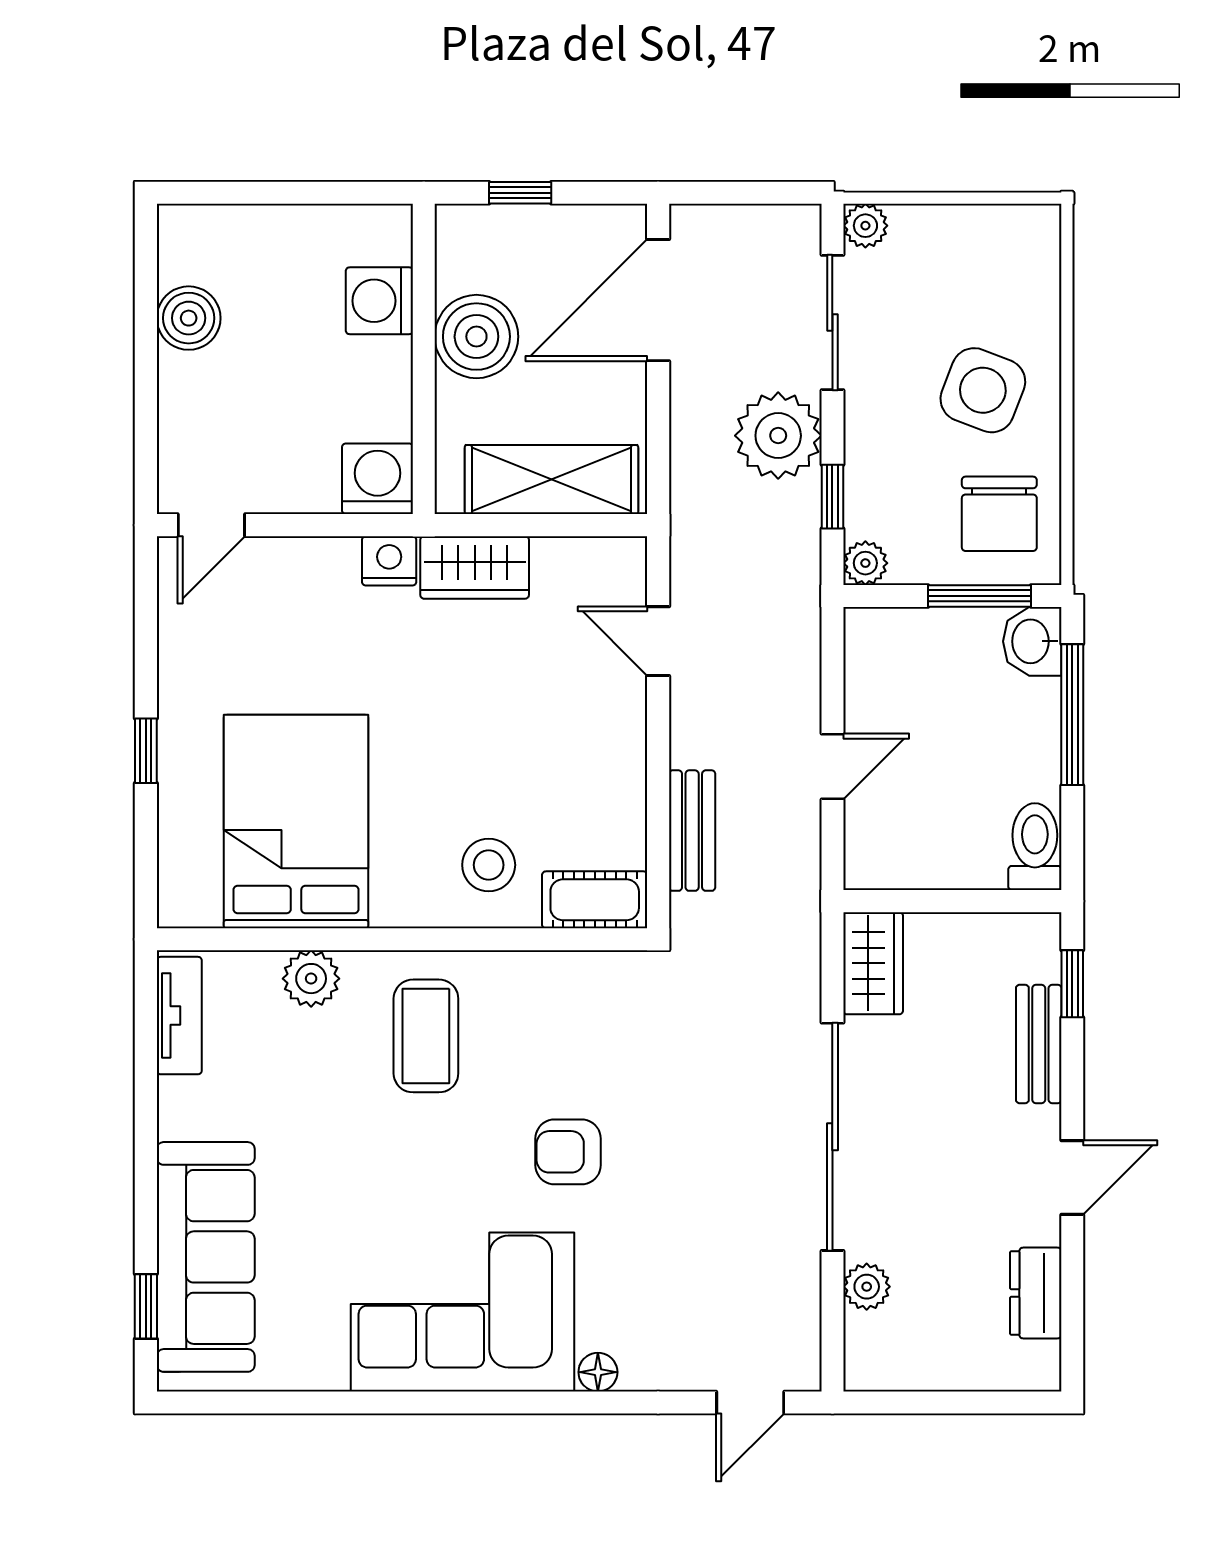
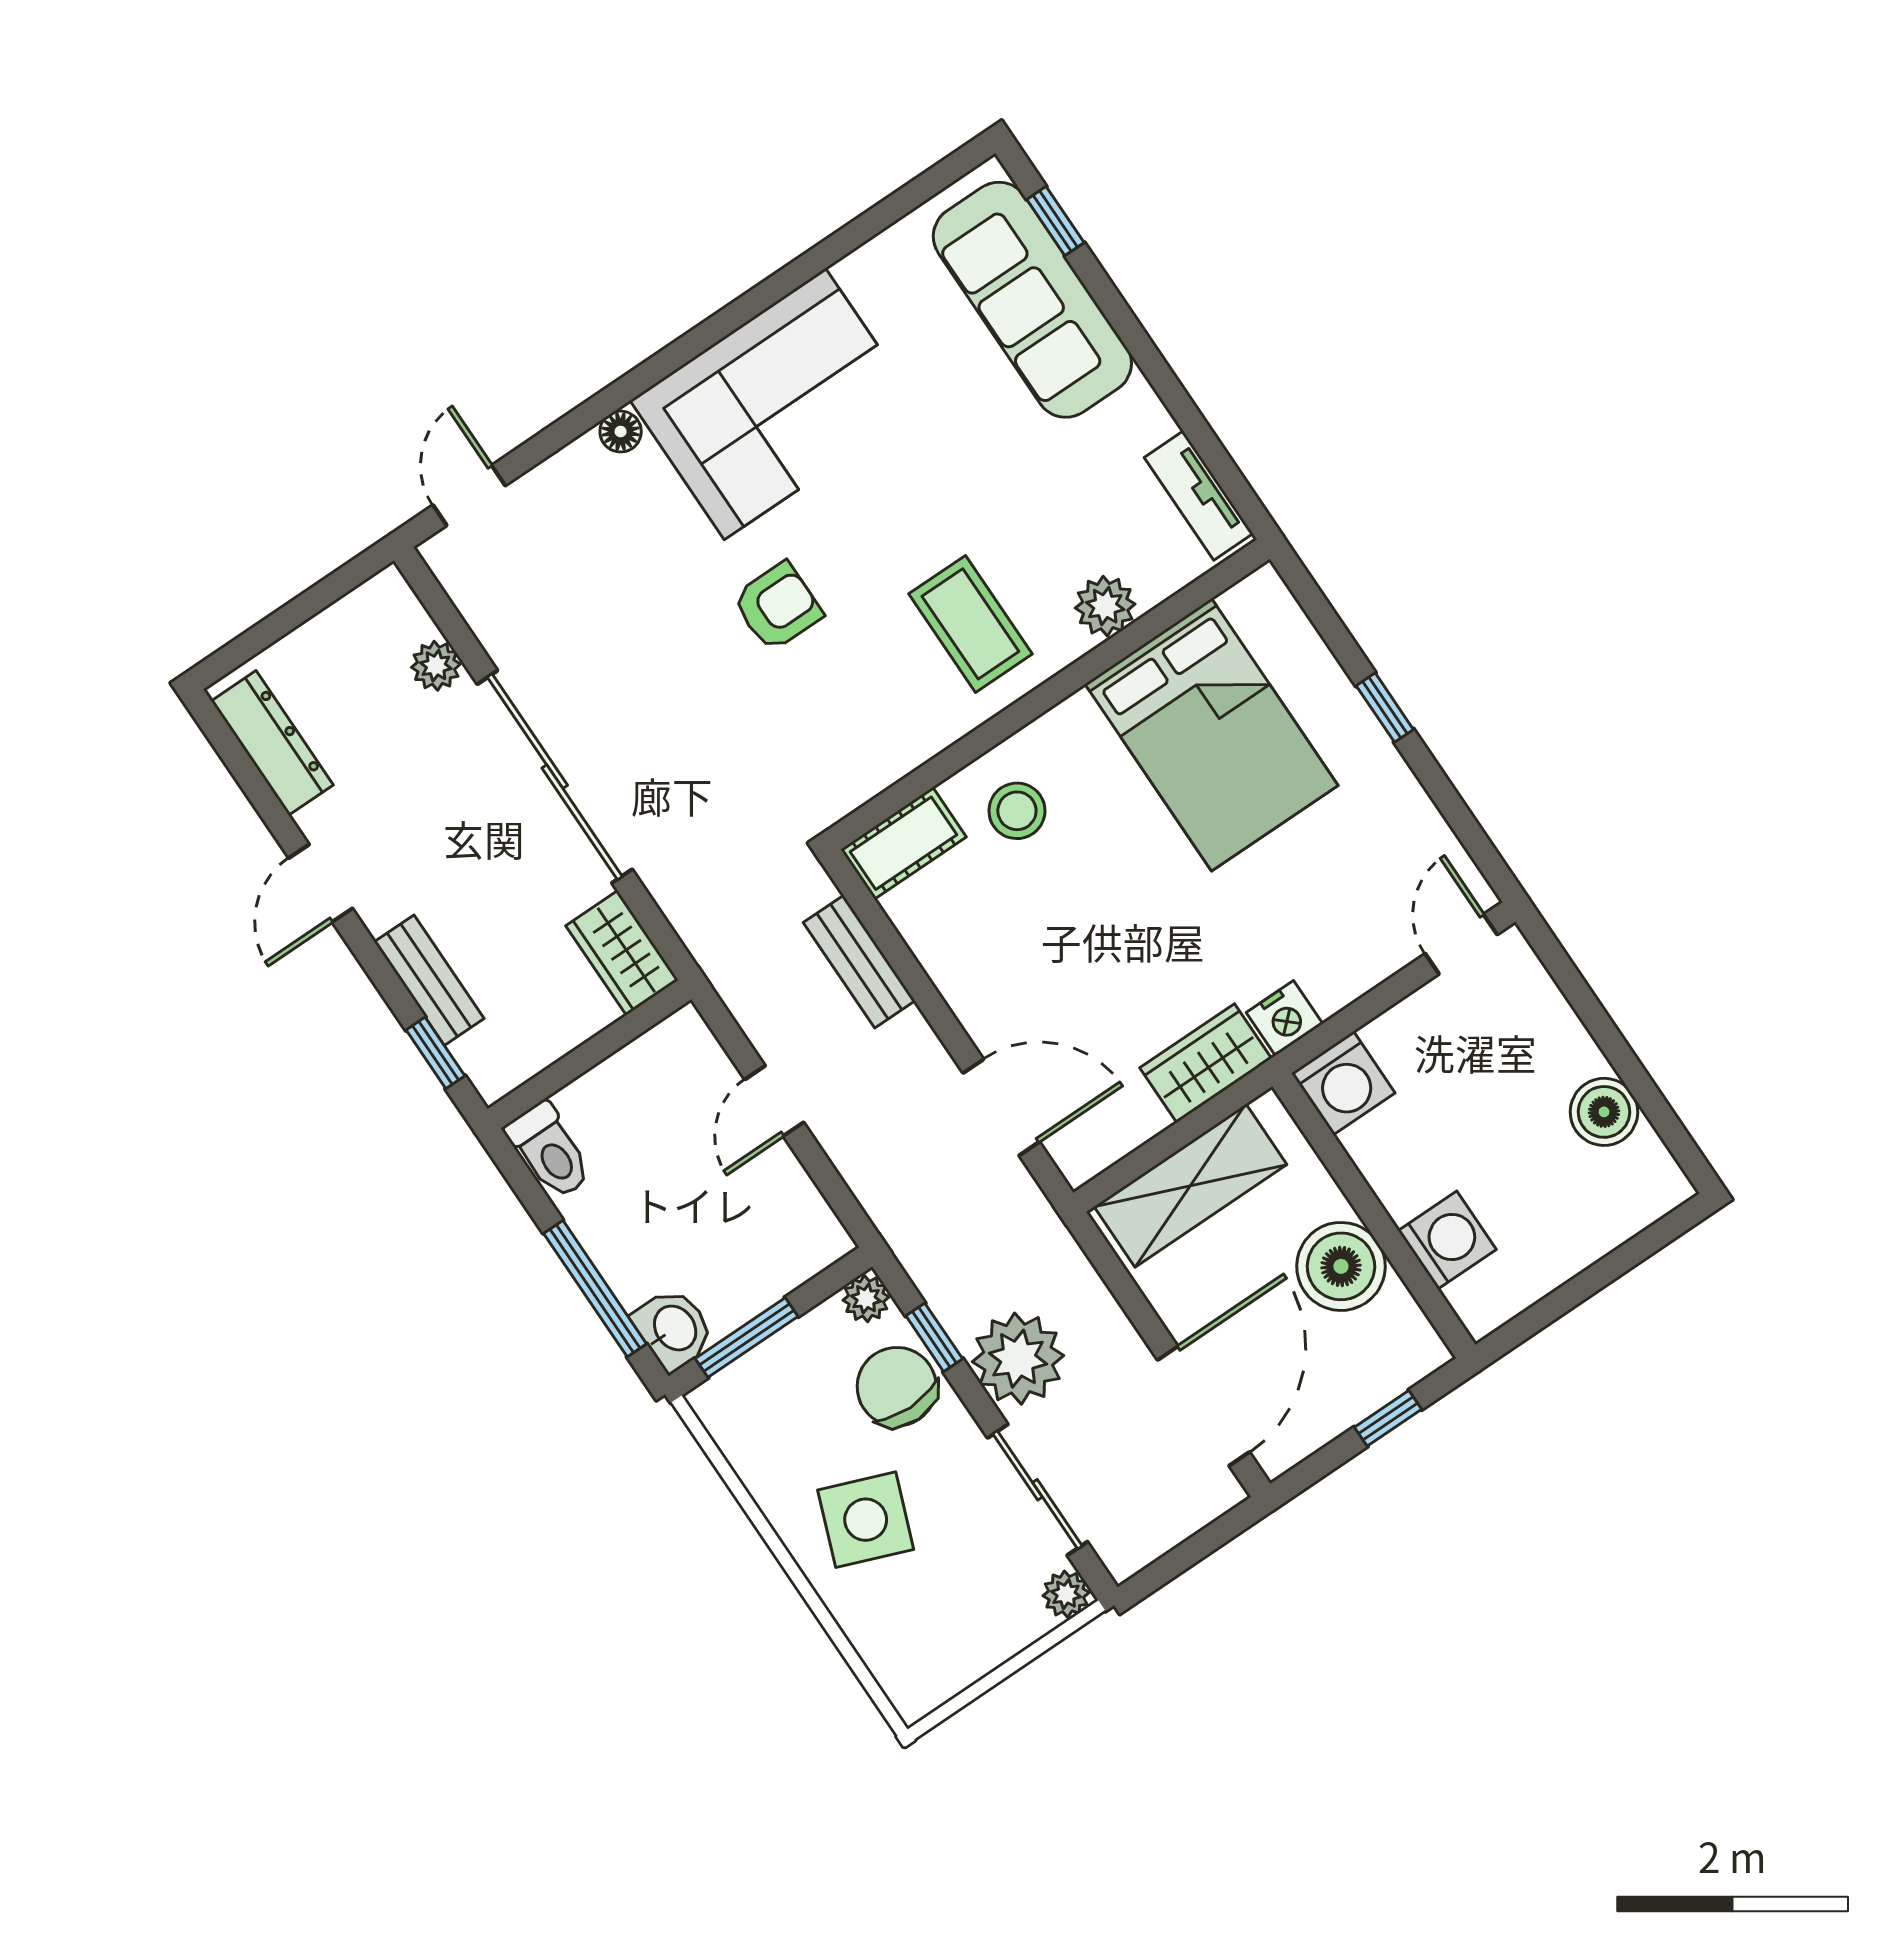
chair: (999, 514) -> (897, 1387), moved
door: (658, 641) -> (1001, 1107), width x1.38
dresser: (1036, 1293) -> (272, 743), width x1.44

